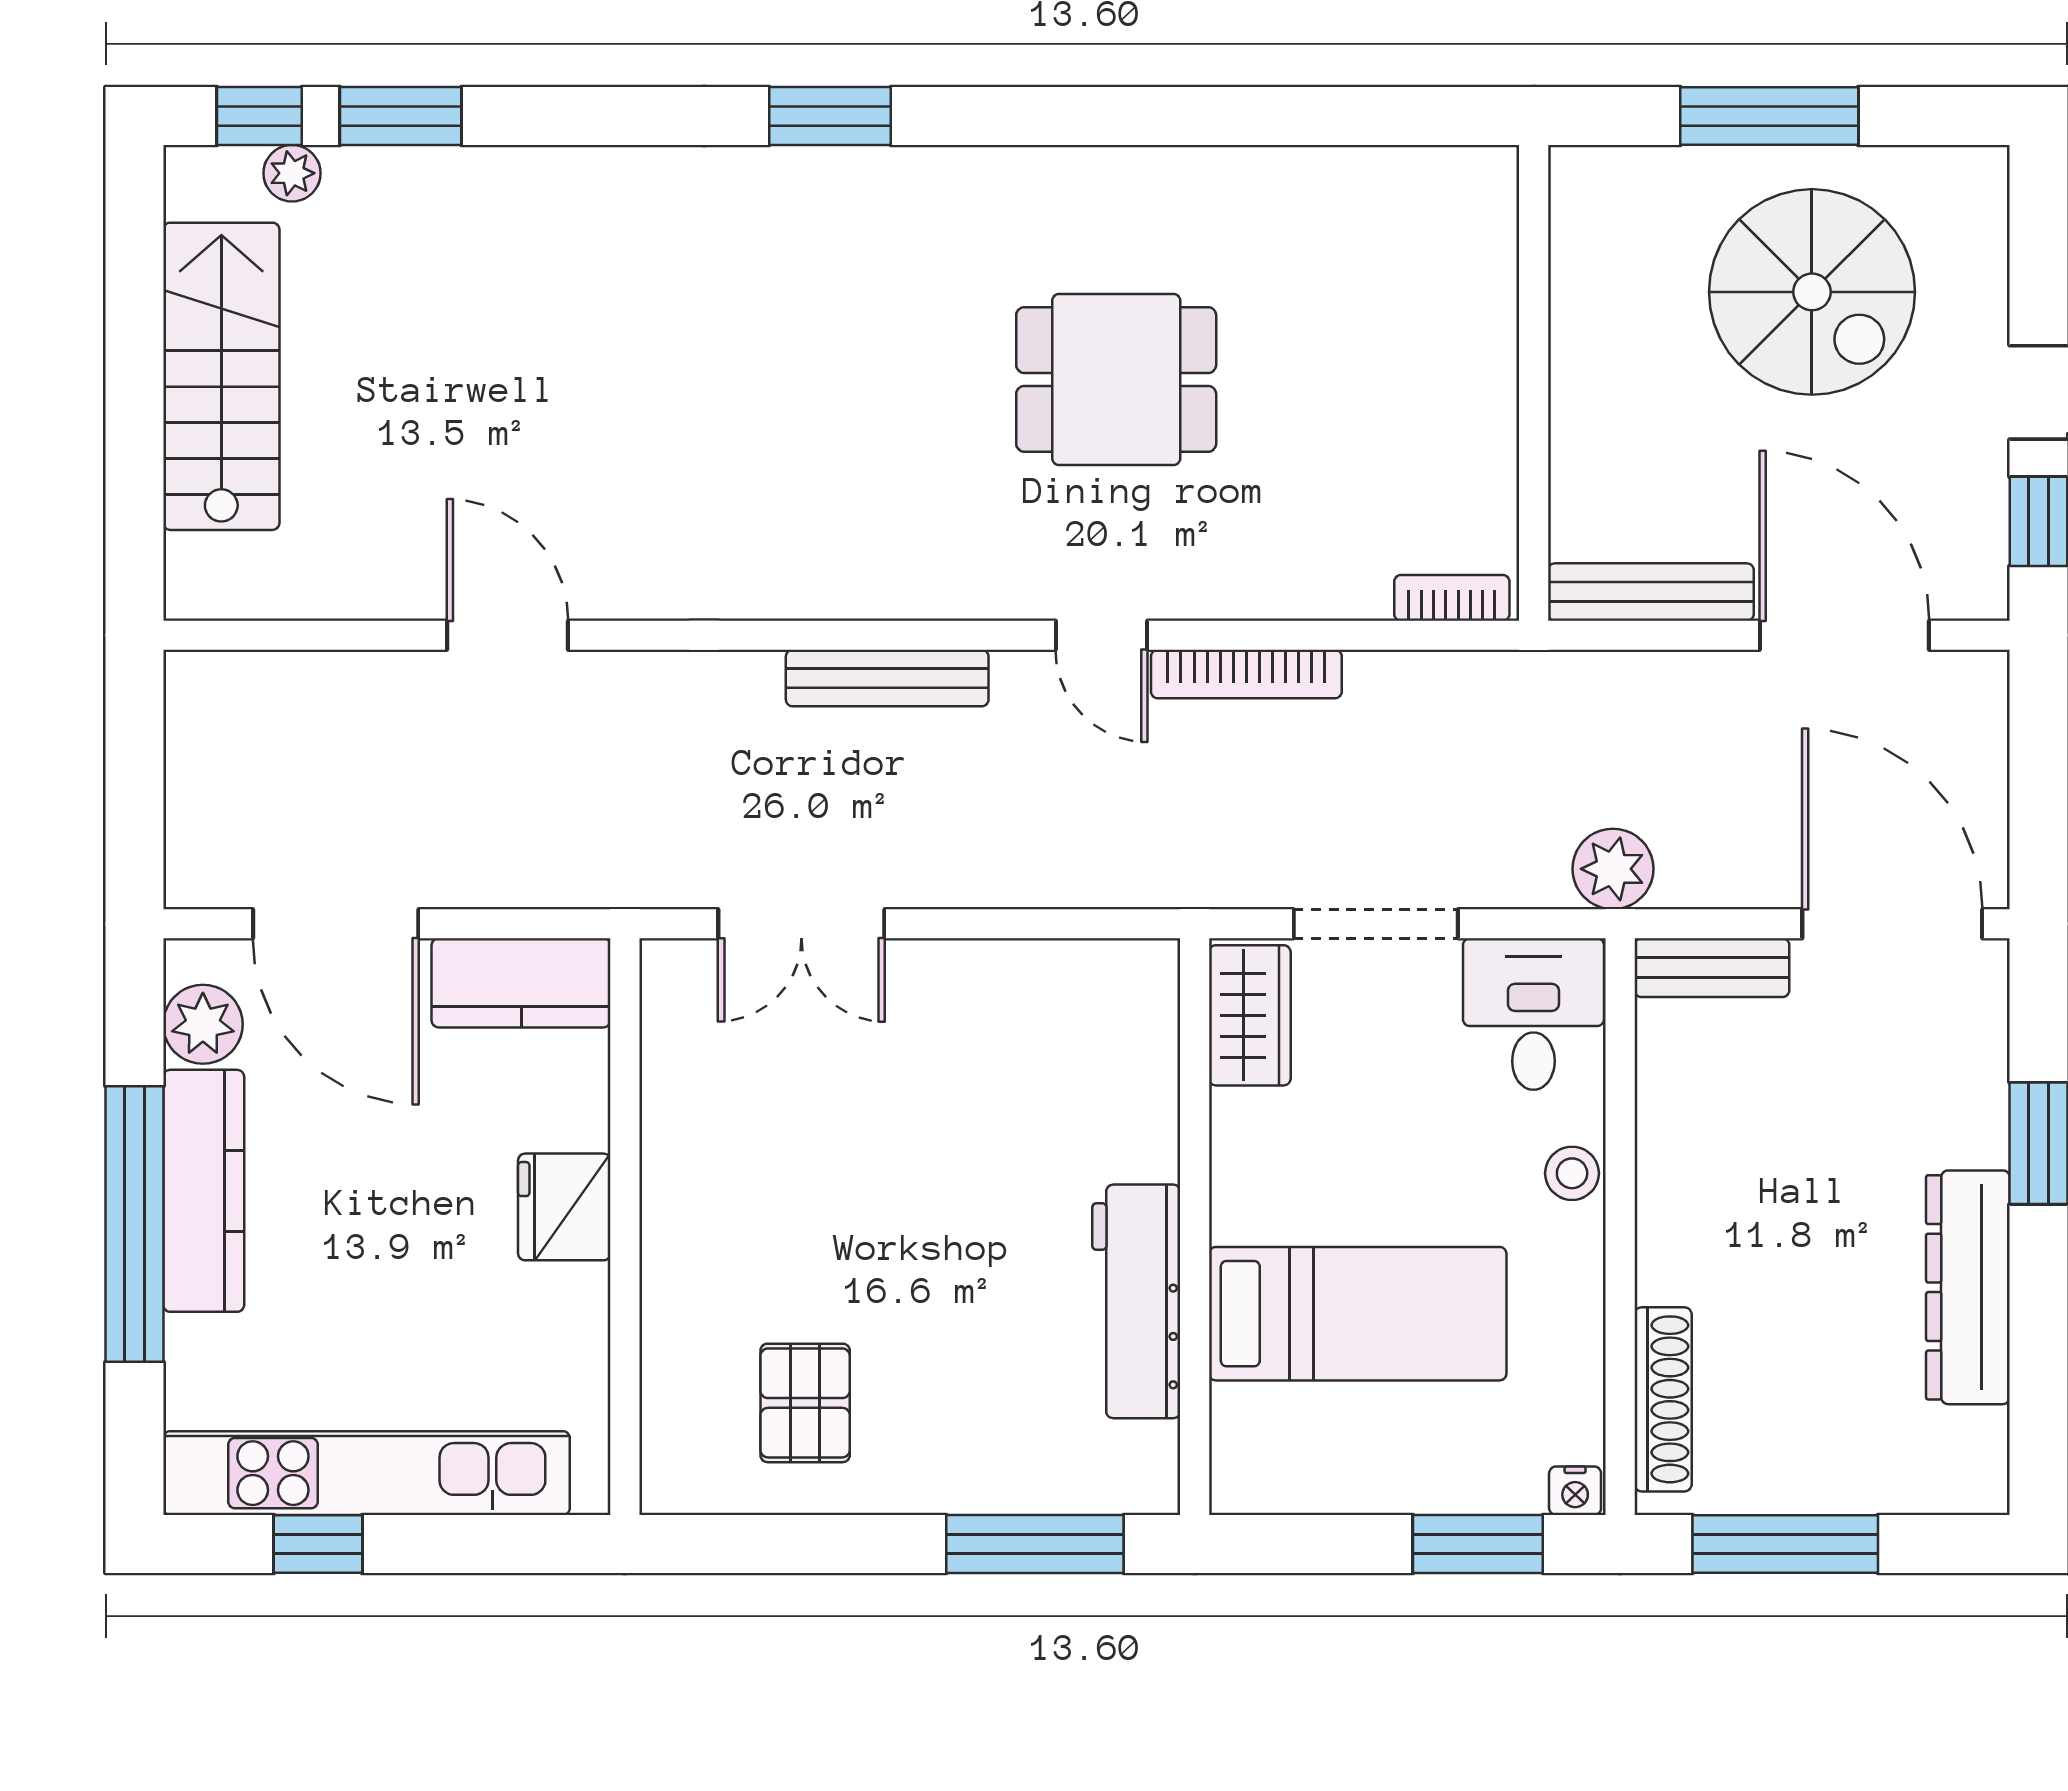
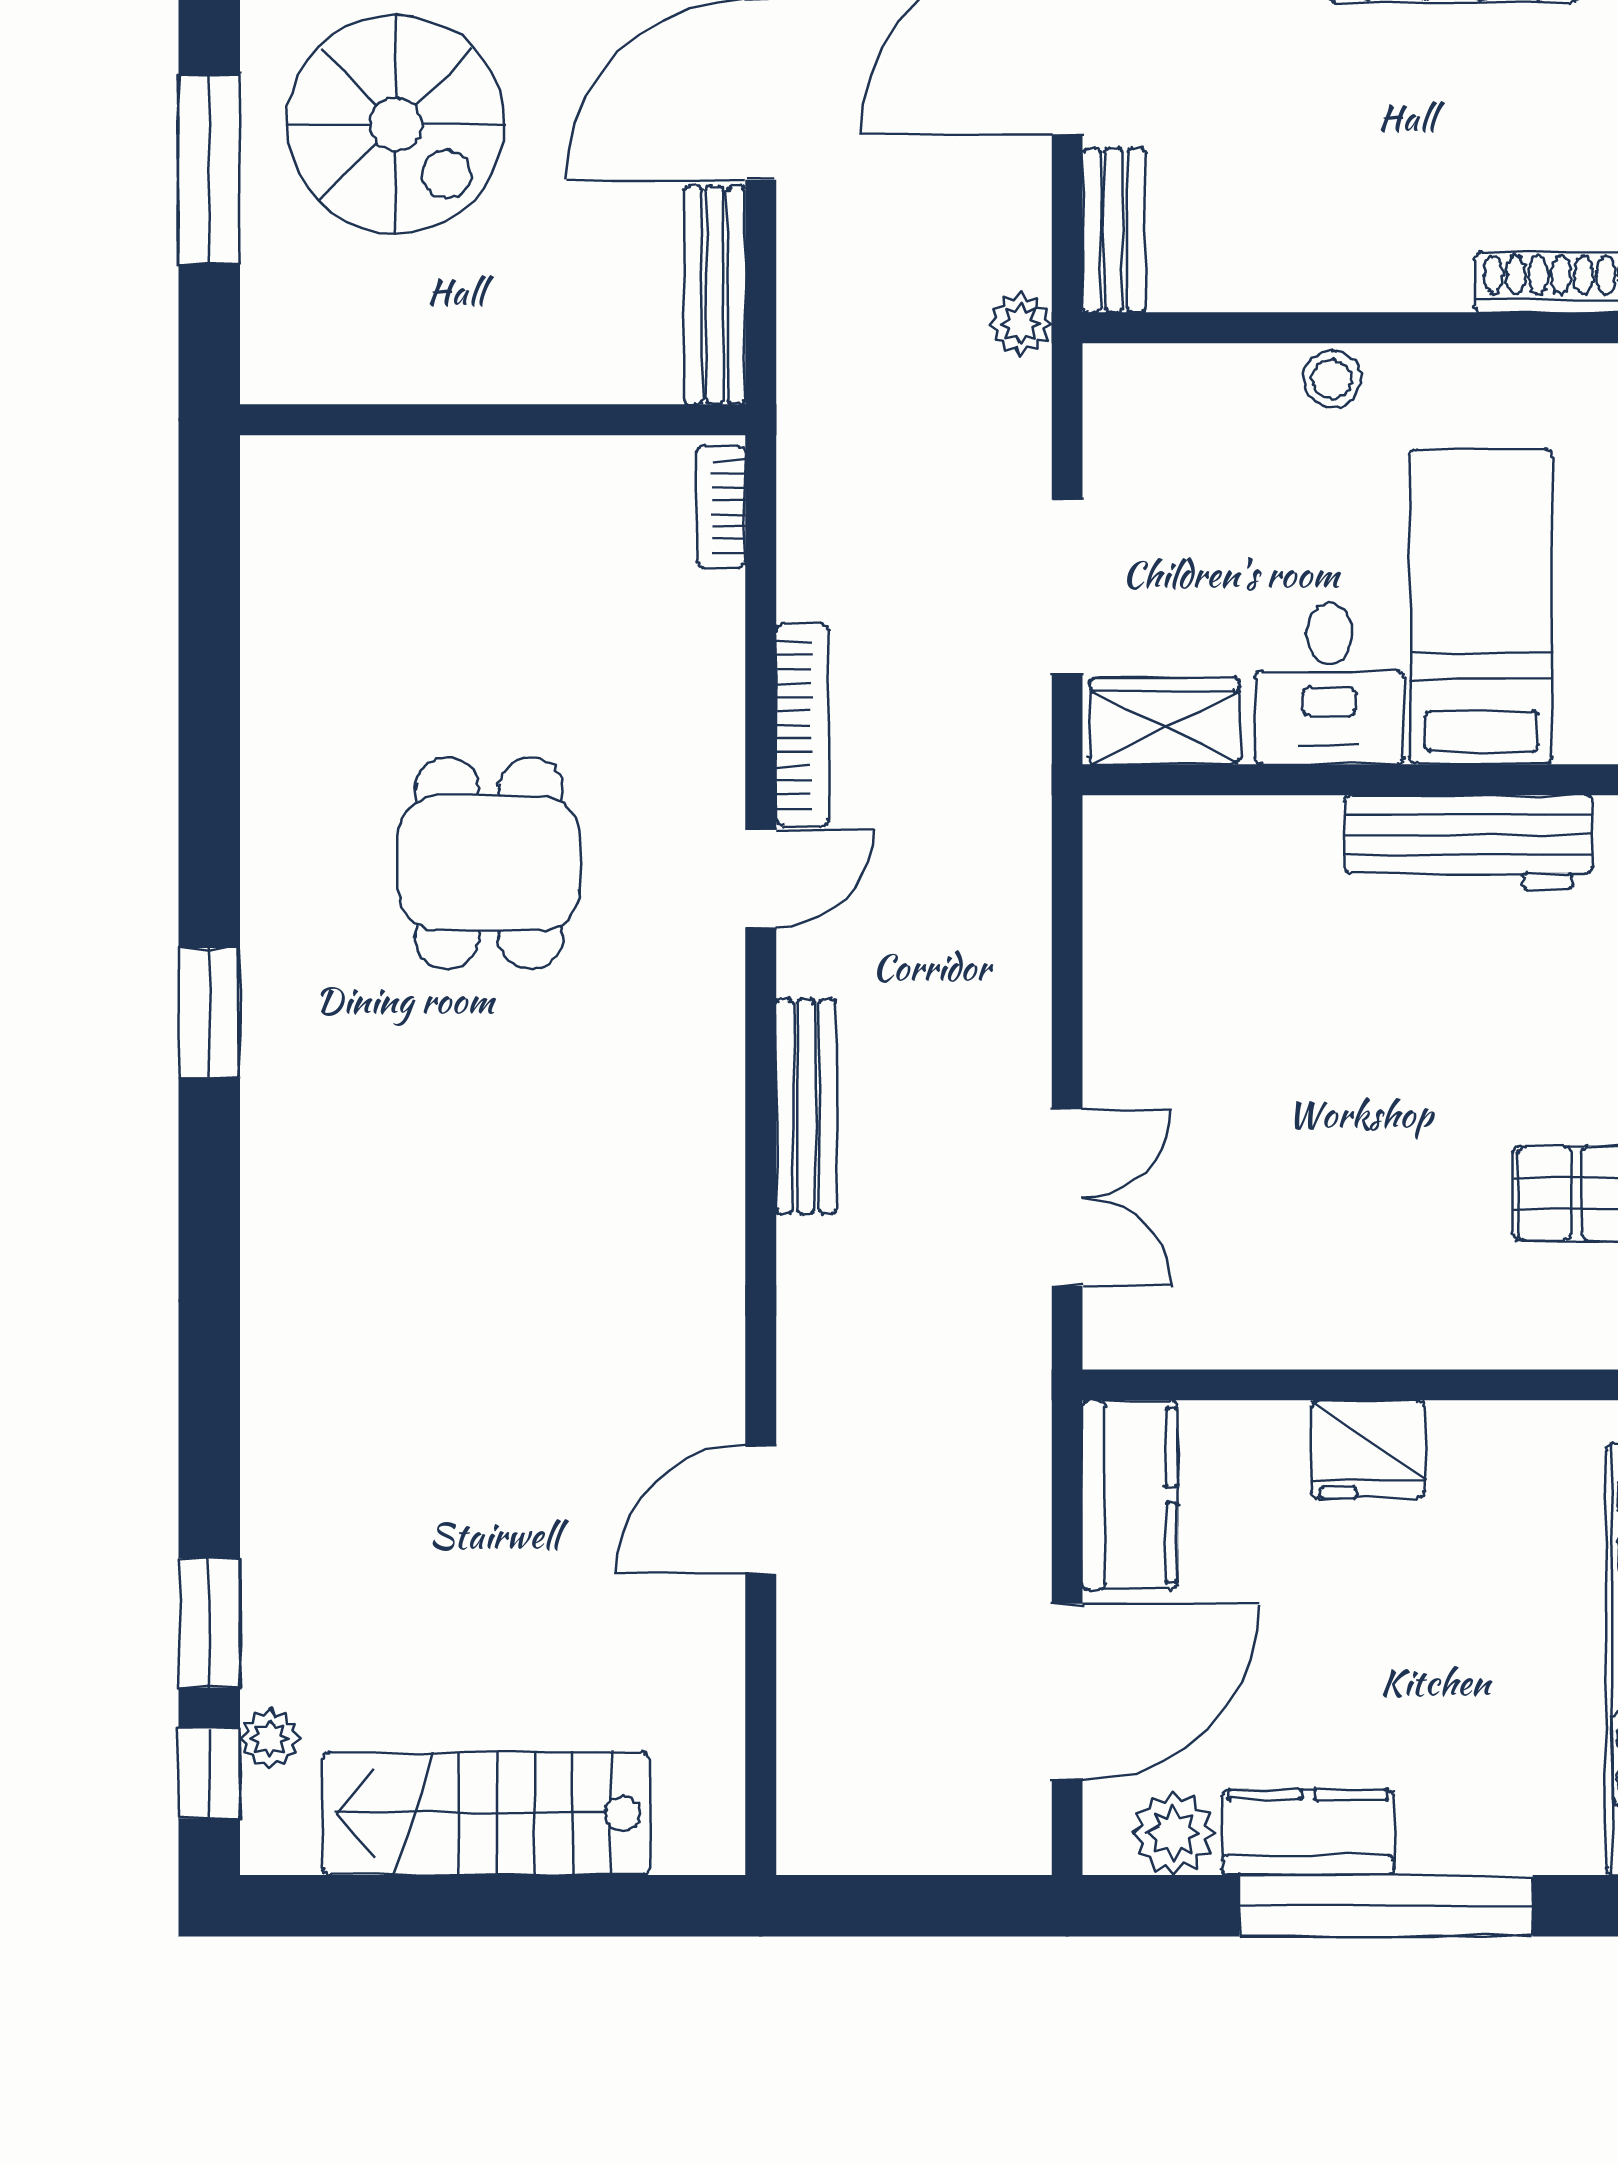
window: (830, 116) -> (209, 1013), moved
spiral stairs: (1812, 292) -> (396, 124), turned 90
plant: (1613, 869) -> (1021, 324), width x0.73, depth x0.73
desk: (1533, 1014) -> (1329, 684), moved, turned -90
kitchen counter: (204, 1191) -> (1308, 1832), width x0.67

